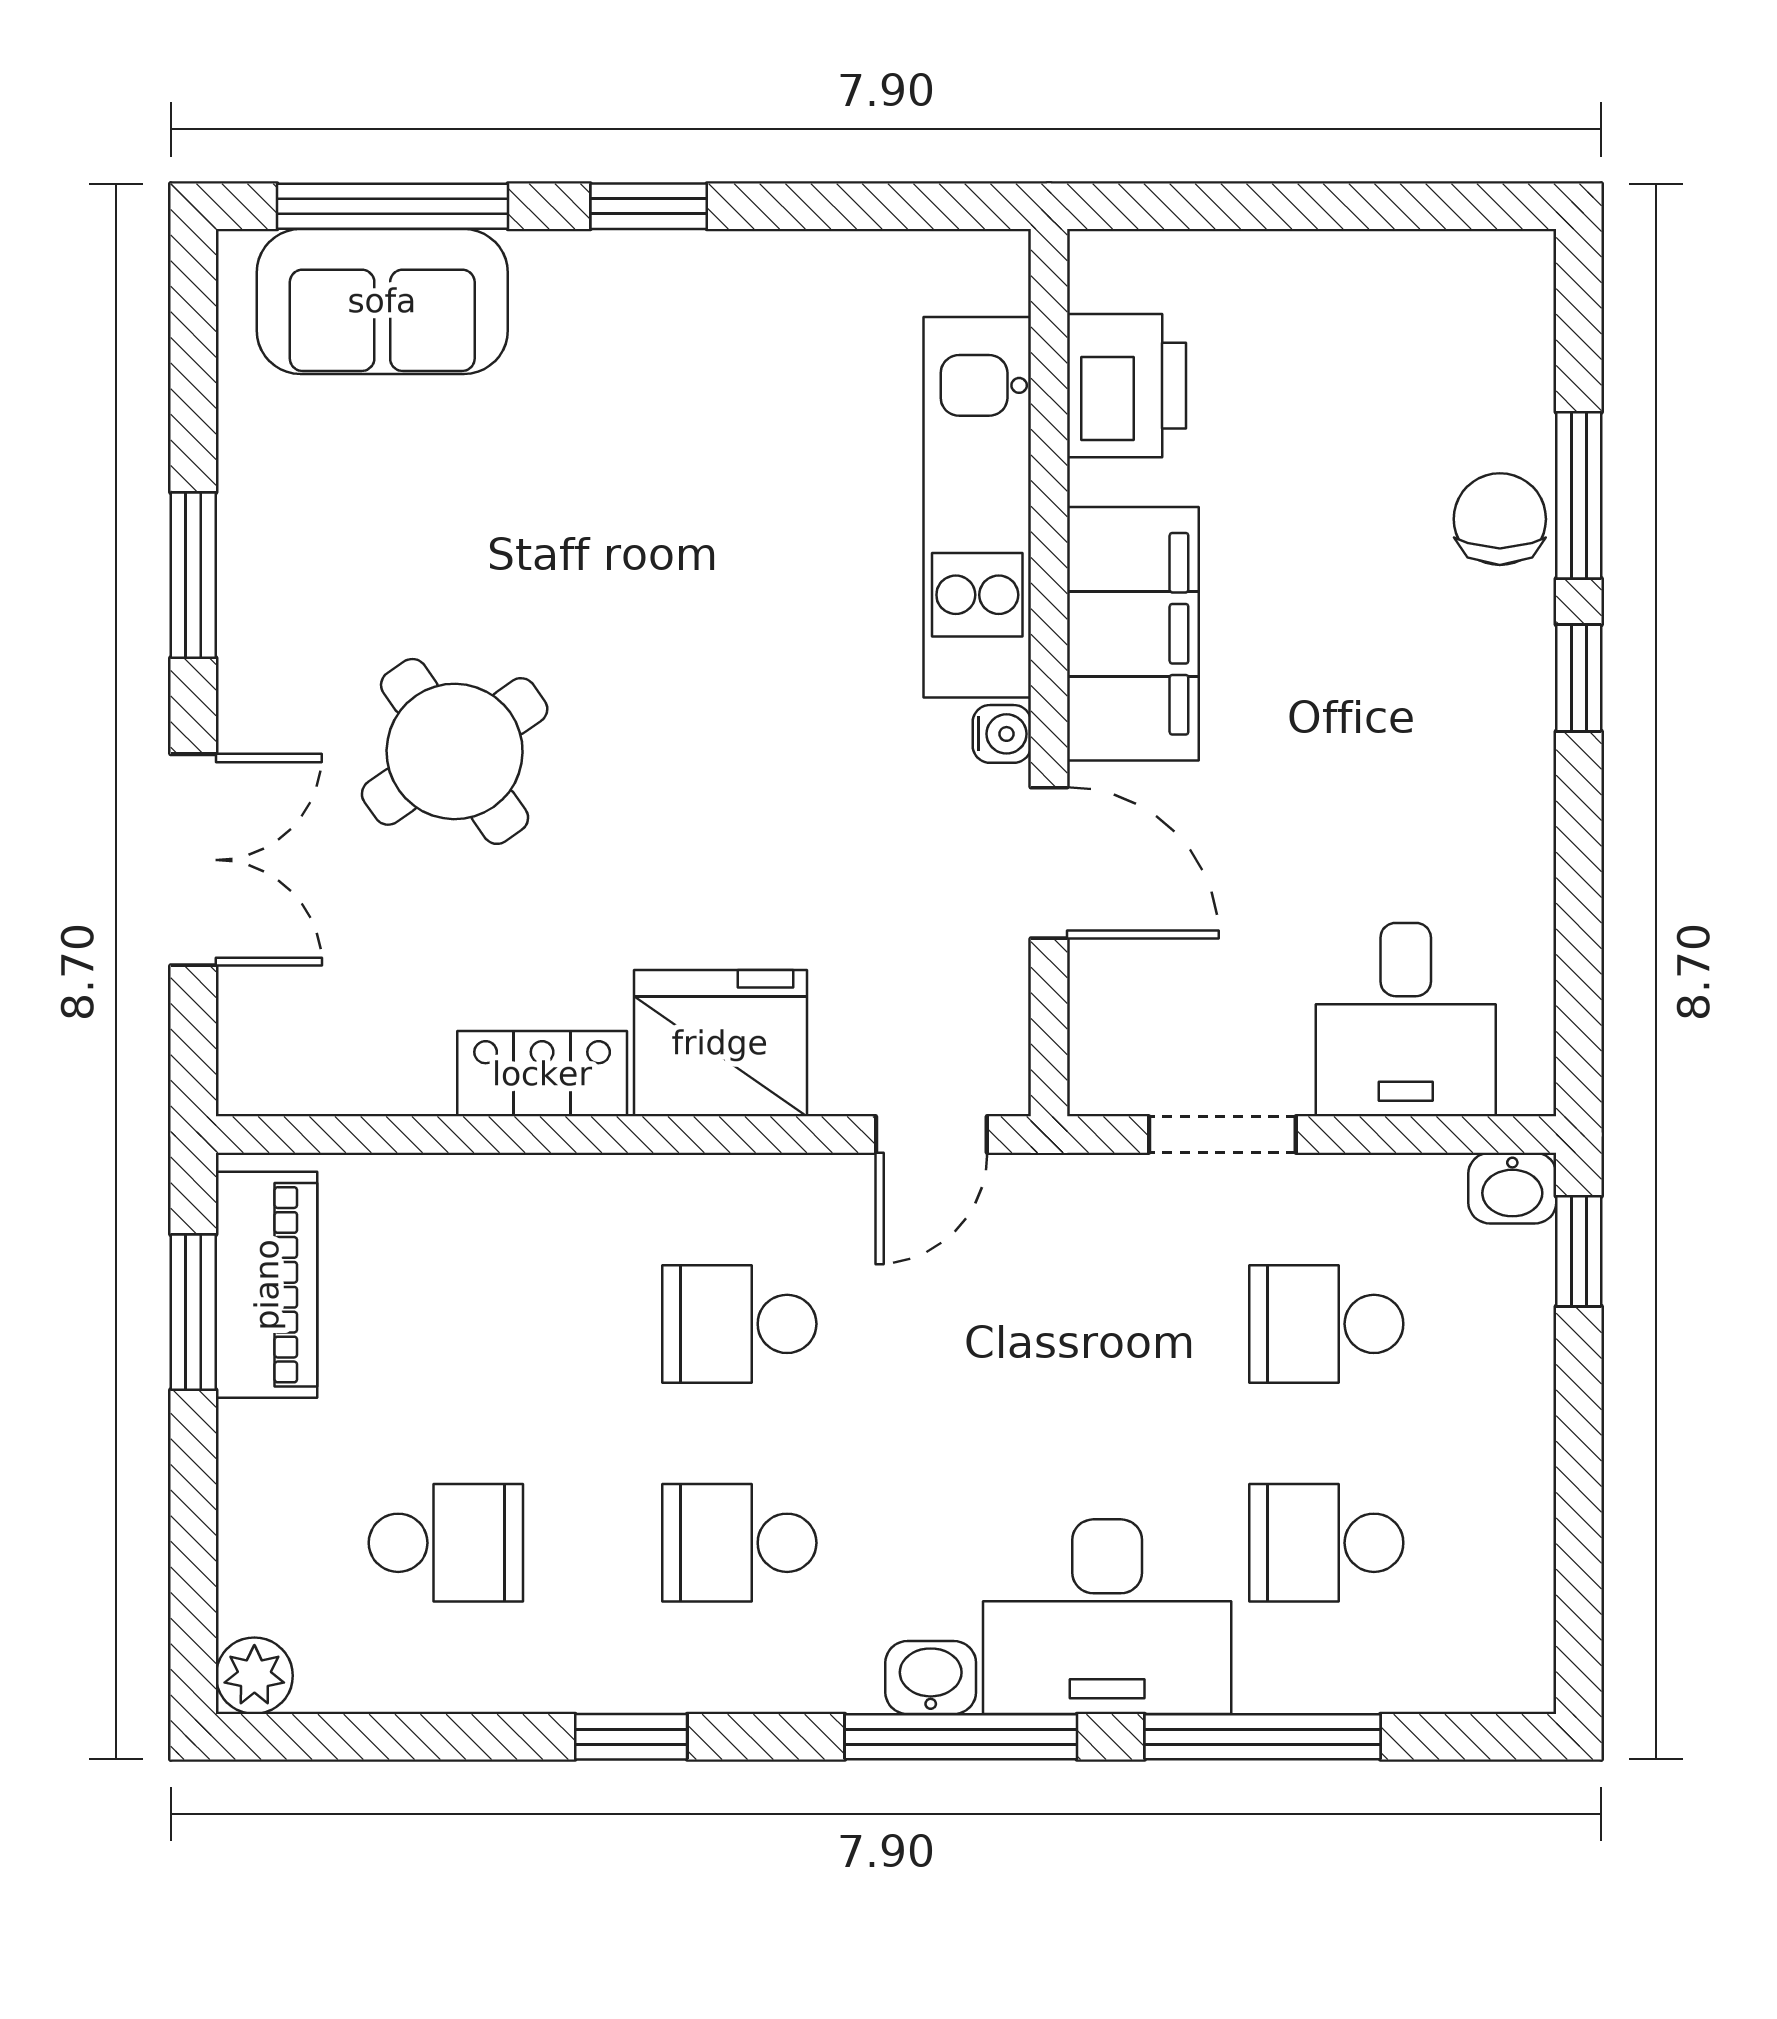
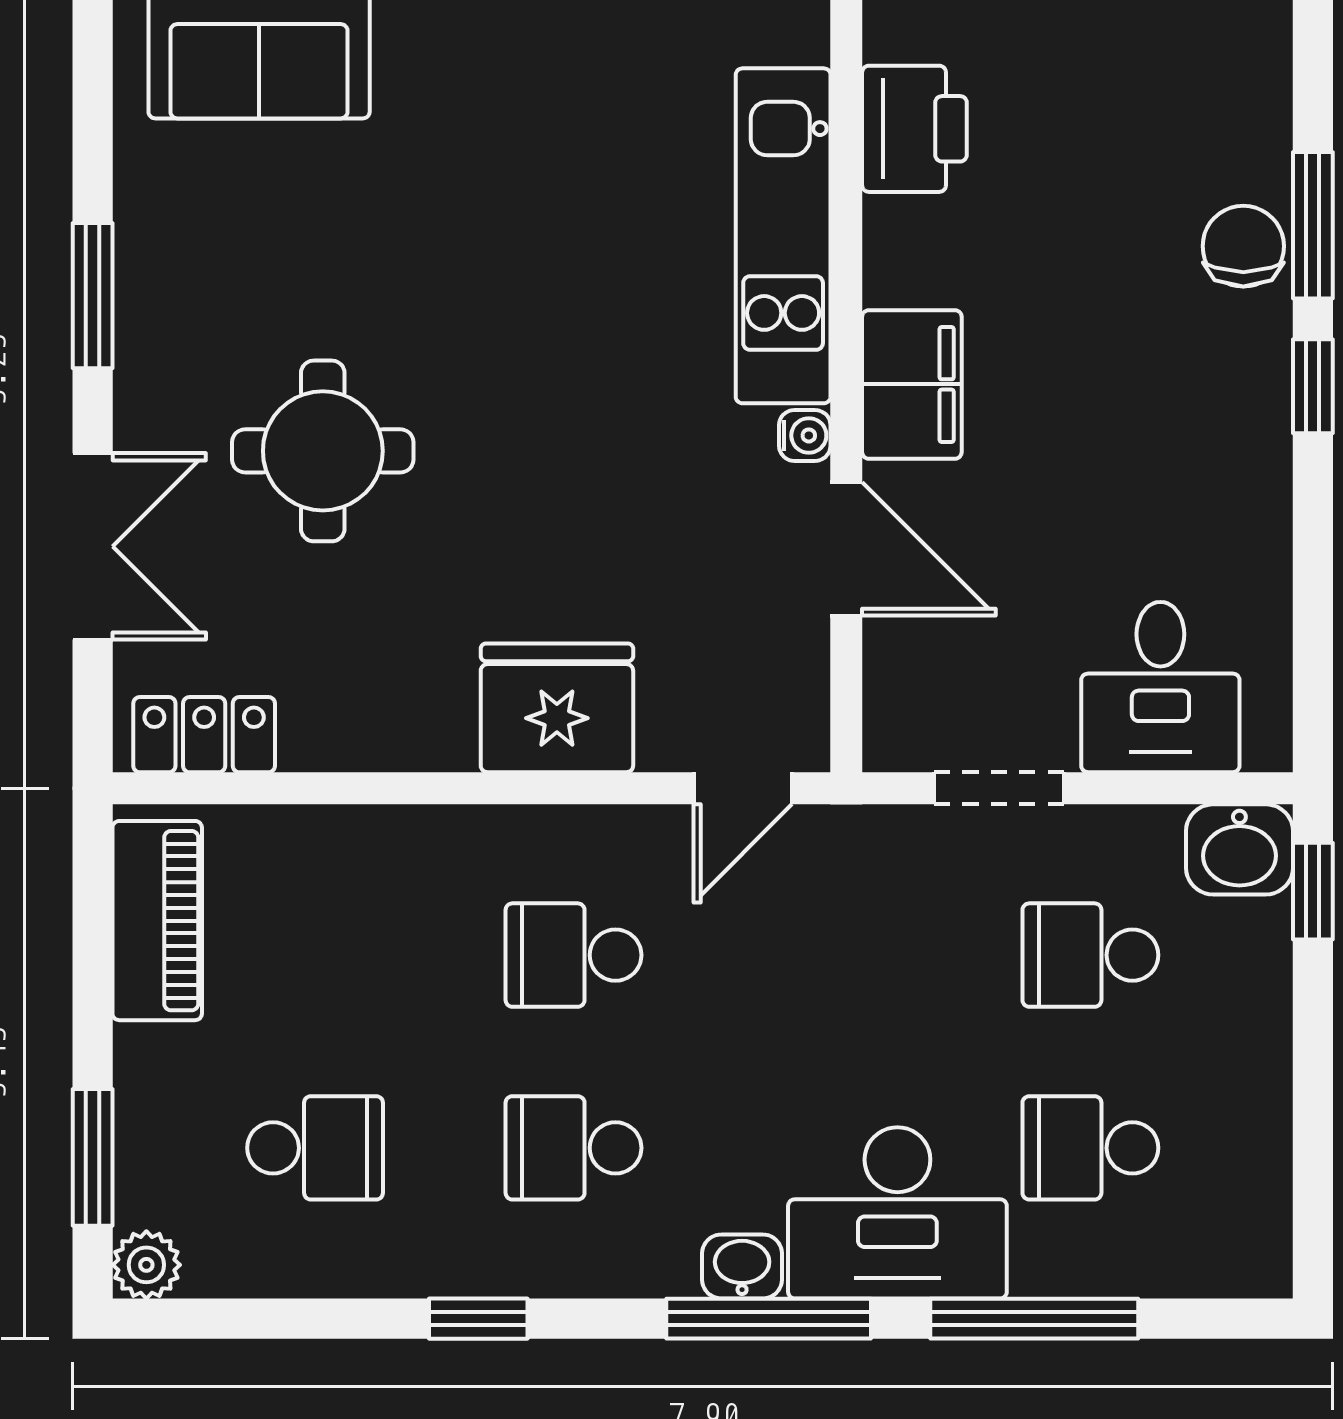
filing cabinet: (1133, 634) -> (912, 384), width x0.67, depth x0.86
round table: (455, 751) -> (323, 451), turned 35
locker: (542, 1074) -> (204, 735), moved
washbasin: (1512, 1188) -> (1239, 849), width x1.38, depth x1.45
window: (193, 1312) -> (93, 1157), moved

